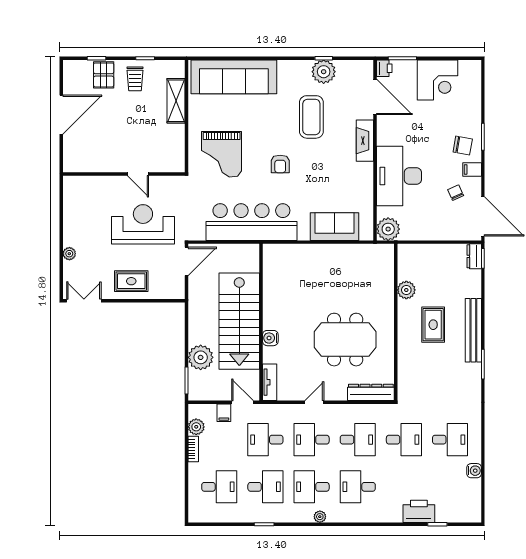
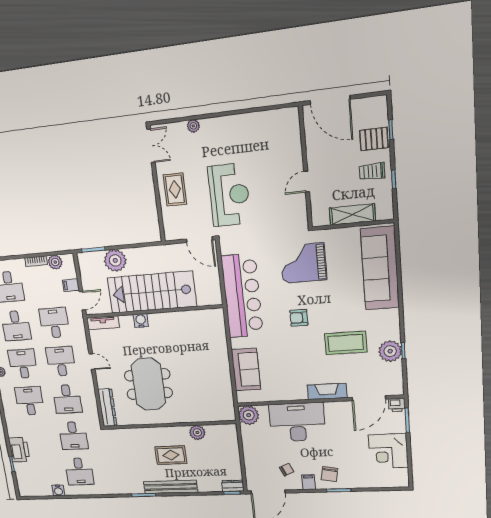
wall: (124, 174) -> (305, 168), moved
door: (138, 174) -> (307, 182), moved

